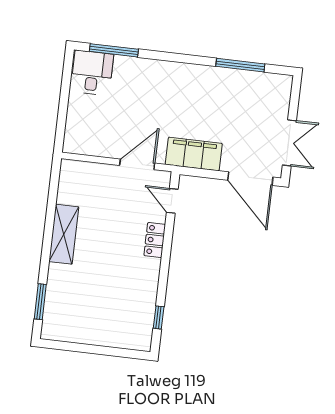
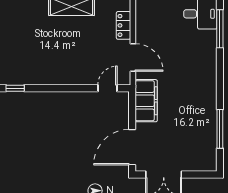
locker: (155, 240) -> (124, 25), moved, turned -90

